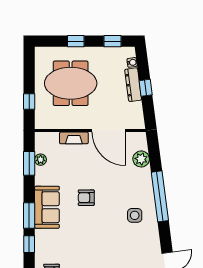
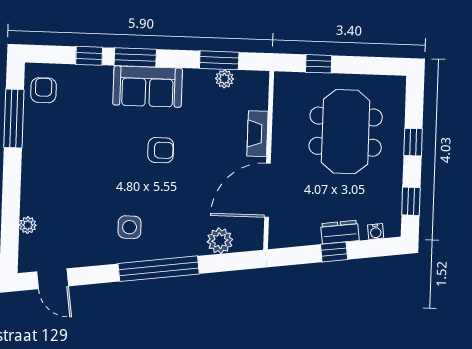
dresser: (133, 85) -> (340, 232), width x0.70
armchair: (86, 198) -> (161, 150), turned 90

